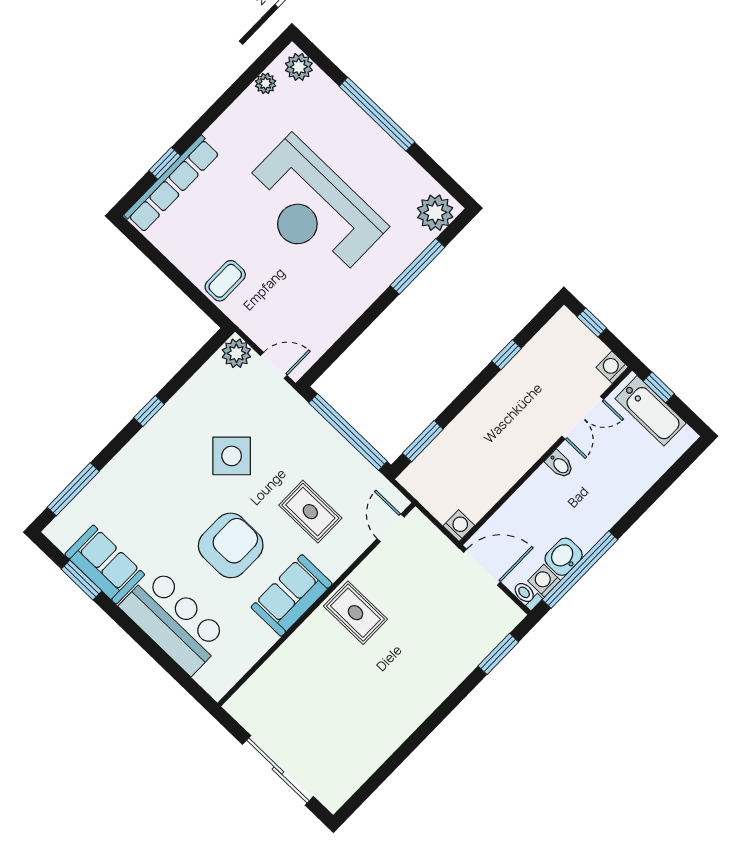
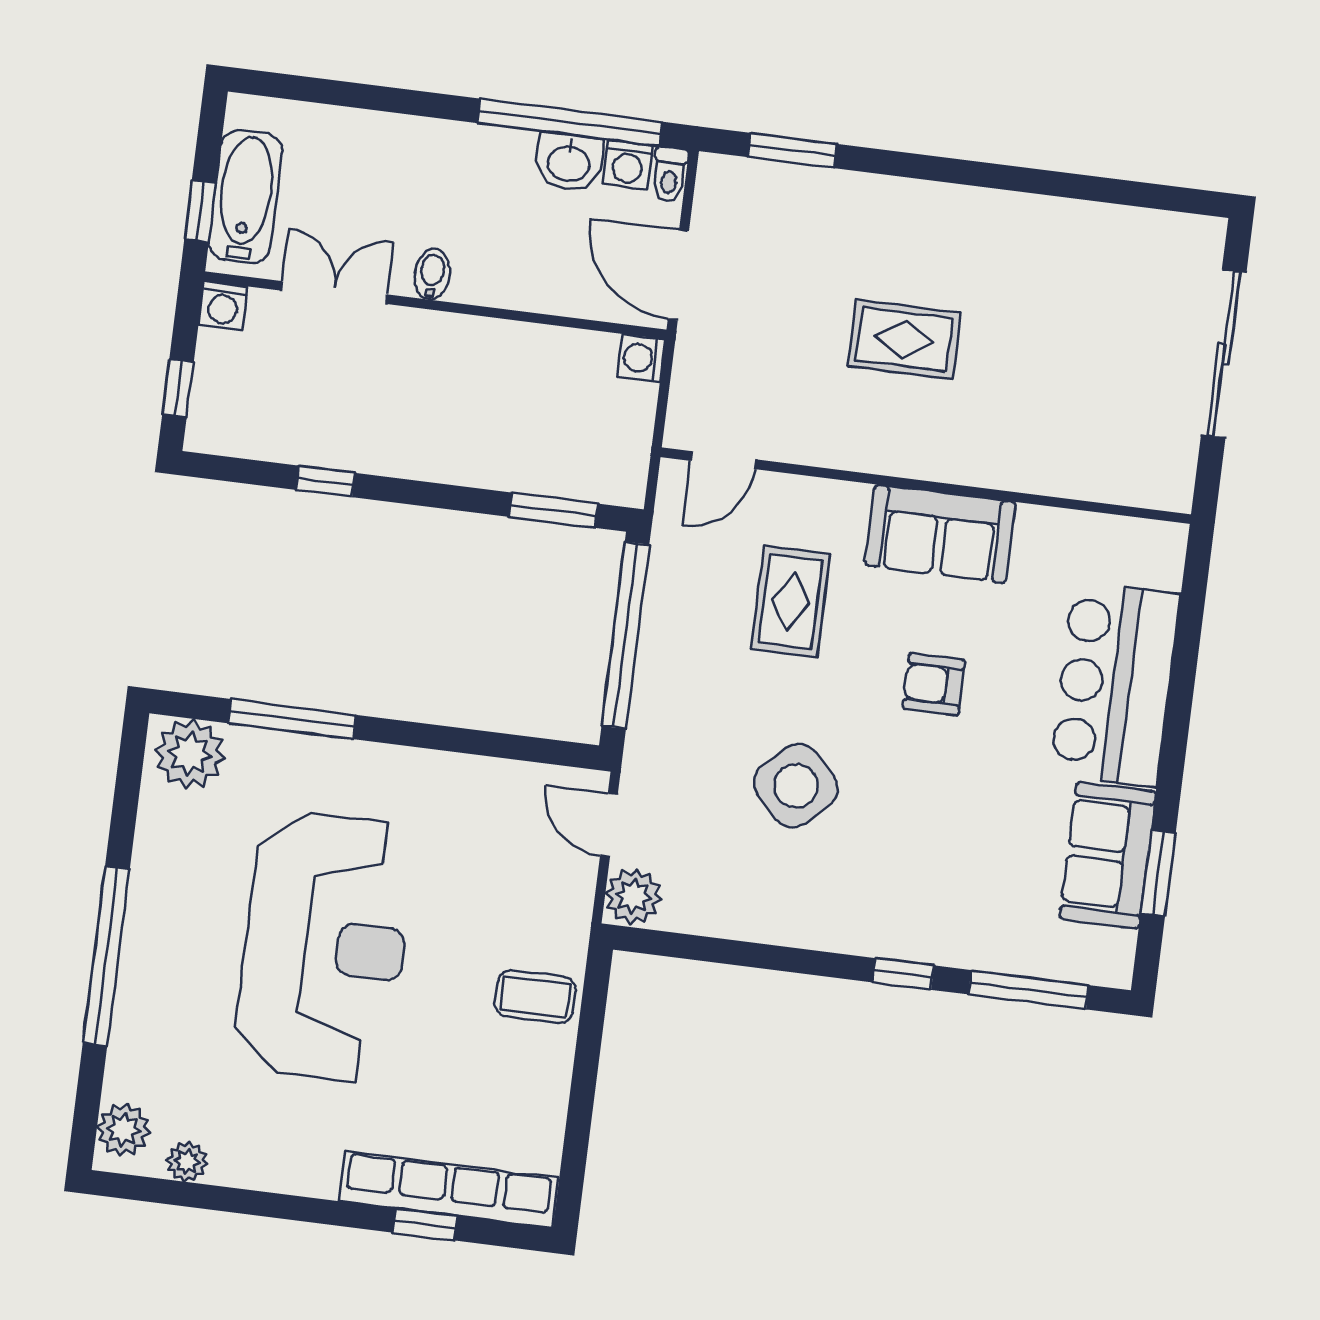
window: (149, 411) -> (903, 974), moved
armchair: (231, 545) -> (934, 684), width x0.53, depth x0.53
rug: (356, 613) -> (904, 339), moved, turned 90

